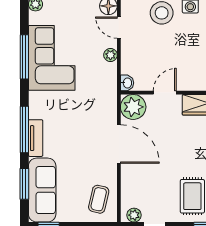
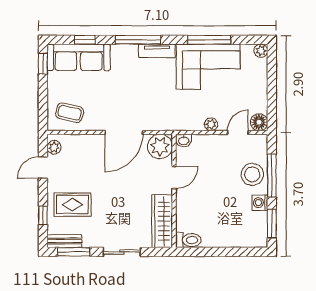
door: (165, 93) -> (174, 177), hinge flipped
tv unit: (36, 138) -> (157, 51), moved
window: (24, 184) -> (85, 40), width x0.67

